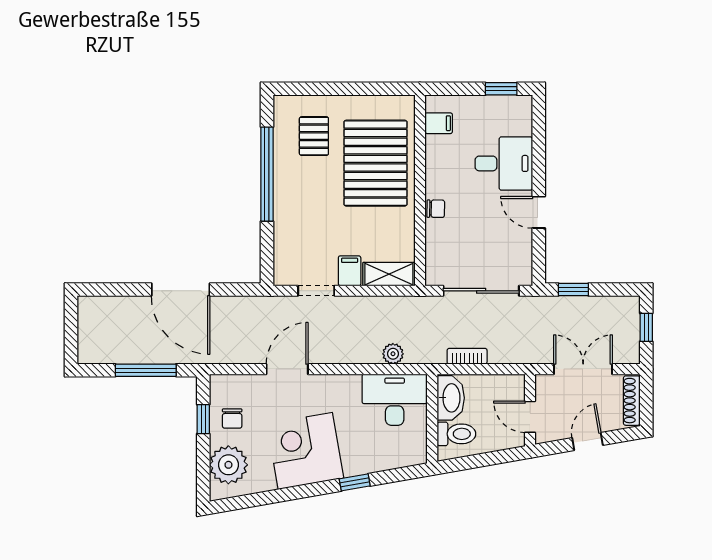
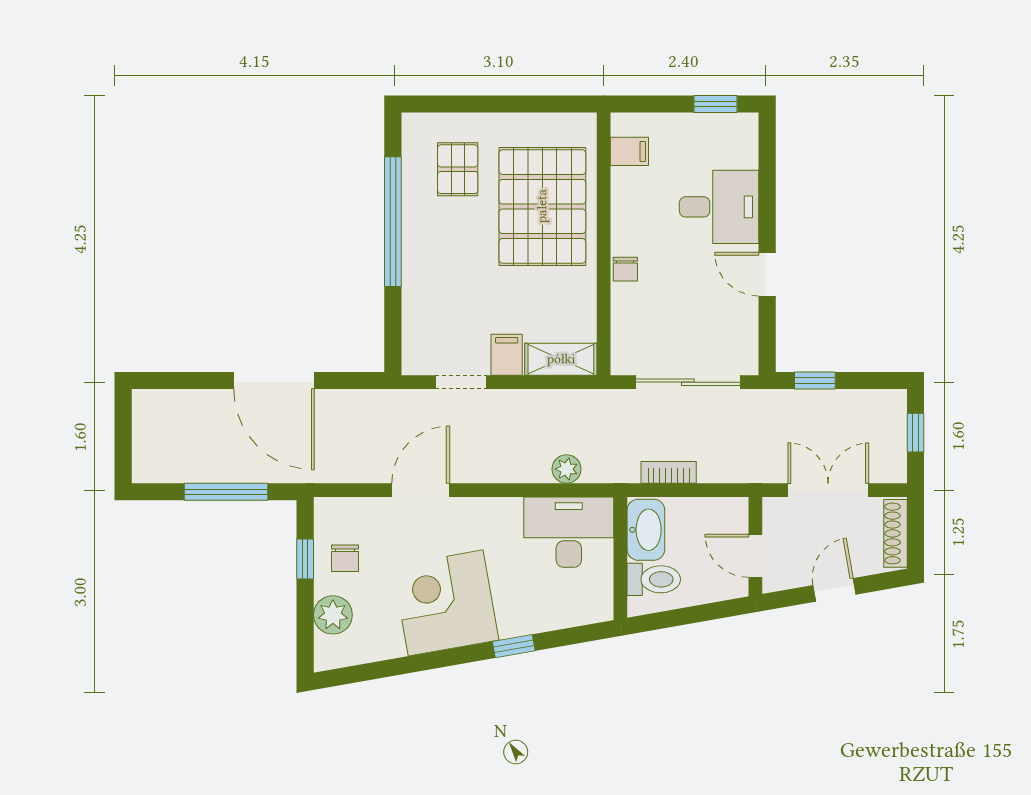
chair: (436, 209) -> (625, 269), turned 89
plant: (228, 465) -> (333, 615), width x0.73, depth x0.73

